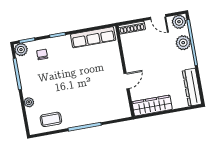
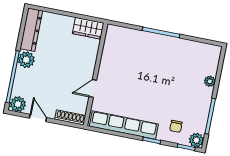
row of seats: (93, 37) -> (124, 125), width x1.36
plant: (183, 43) -> (26, 60), moved
door: (127, 81) -> (93, 88), moved
wardrobe: (152, 106) -> (88, 28), width x0.67
coffee table: (51, 119) -> (194, 54), removed

